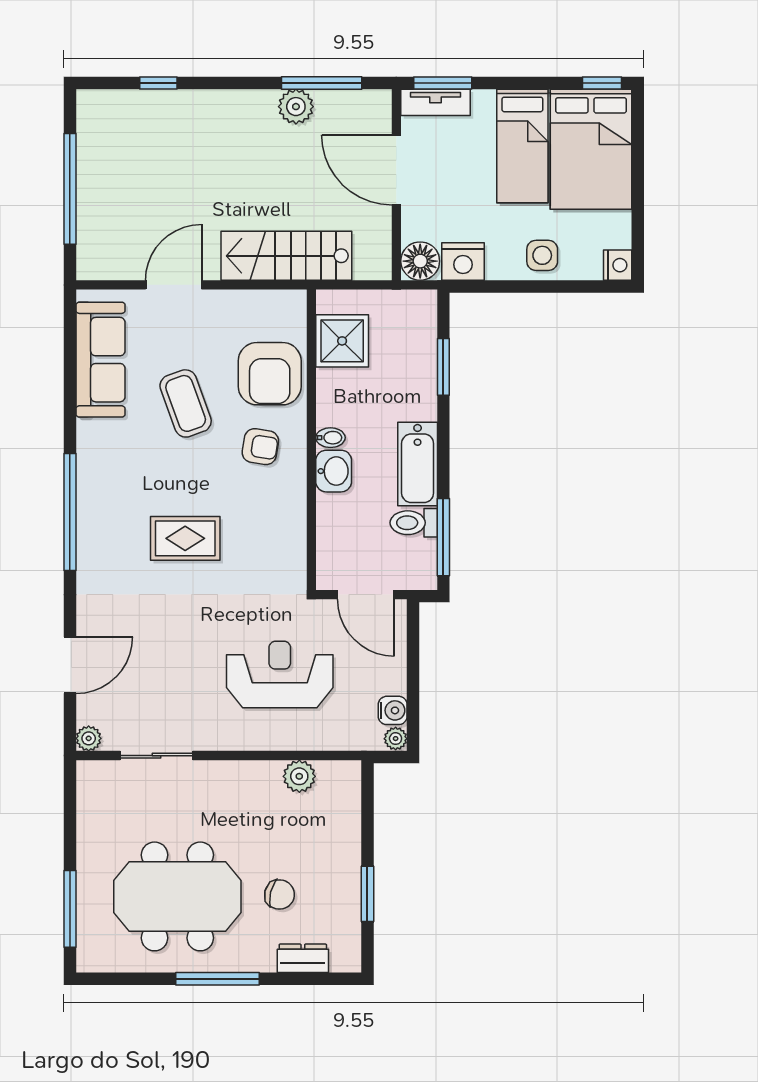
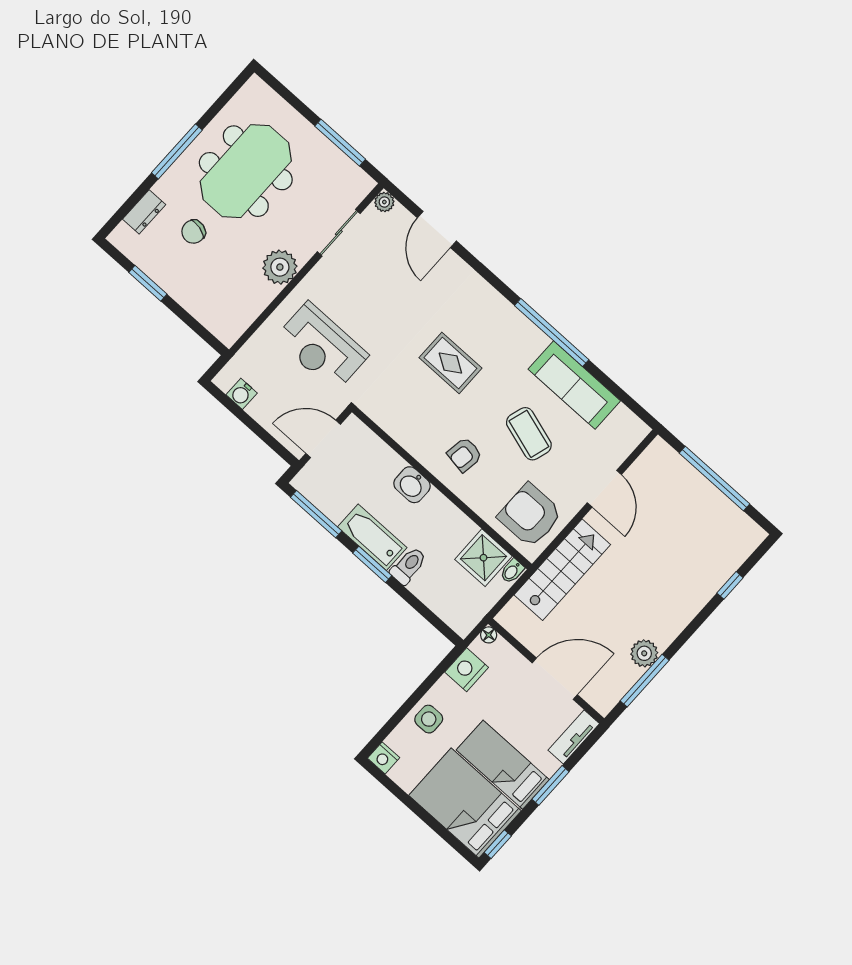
window: (443, 83) -> (551, 785), moved
floor lamp: (420, 261) -> (489, 635), width x0.53, depth x0.53
sofa: (100, 360) -> (574, 385), moved
window: (443, 367) -> (372, 564), moved
armchair: (270, 374) -> (530, 515), moved
coffee table: (186, 403) -> (529, 434), turned 37
bidet: (330, 438) -> (512, 571), moved
window: (70, 512) -> (552, 333), moved
toilet: (414, 523) -> (408, 566), moved
rug: (185, 538) -> (450, 363), turned 90
reception desk: (280, 675) -> (322, 347), turned 90
plant: (396, 739) -> (224, 381), removed
plant: (299, 776) -> (280, 267), moved, width x1.36, depth x1.36
window: (70, 909) -> (340, 143), moved

